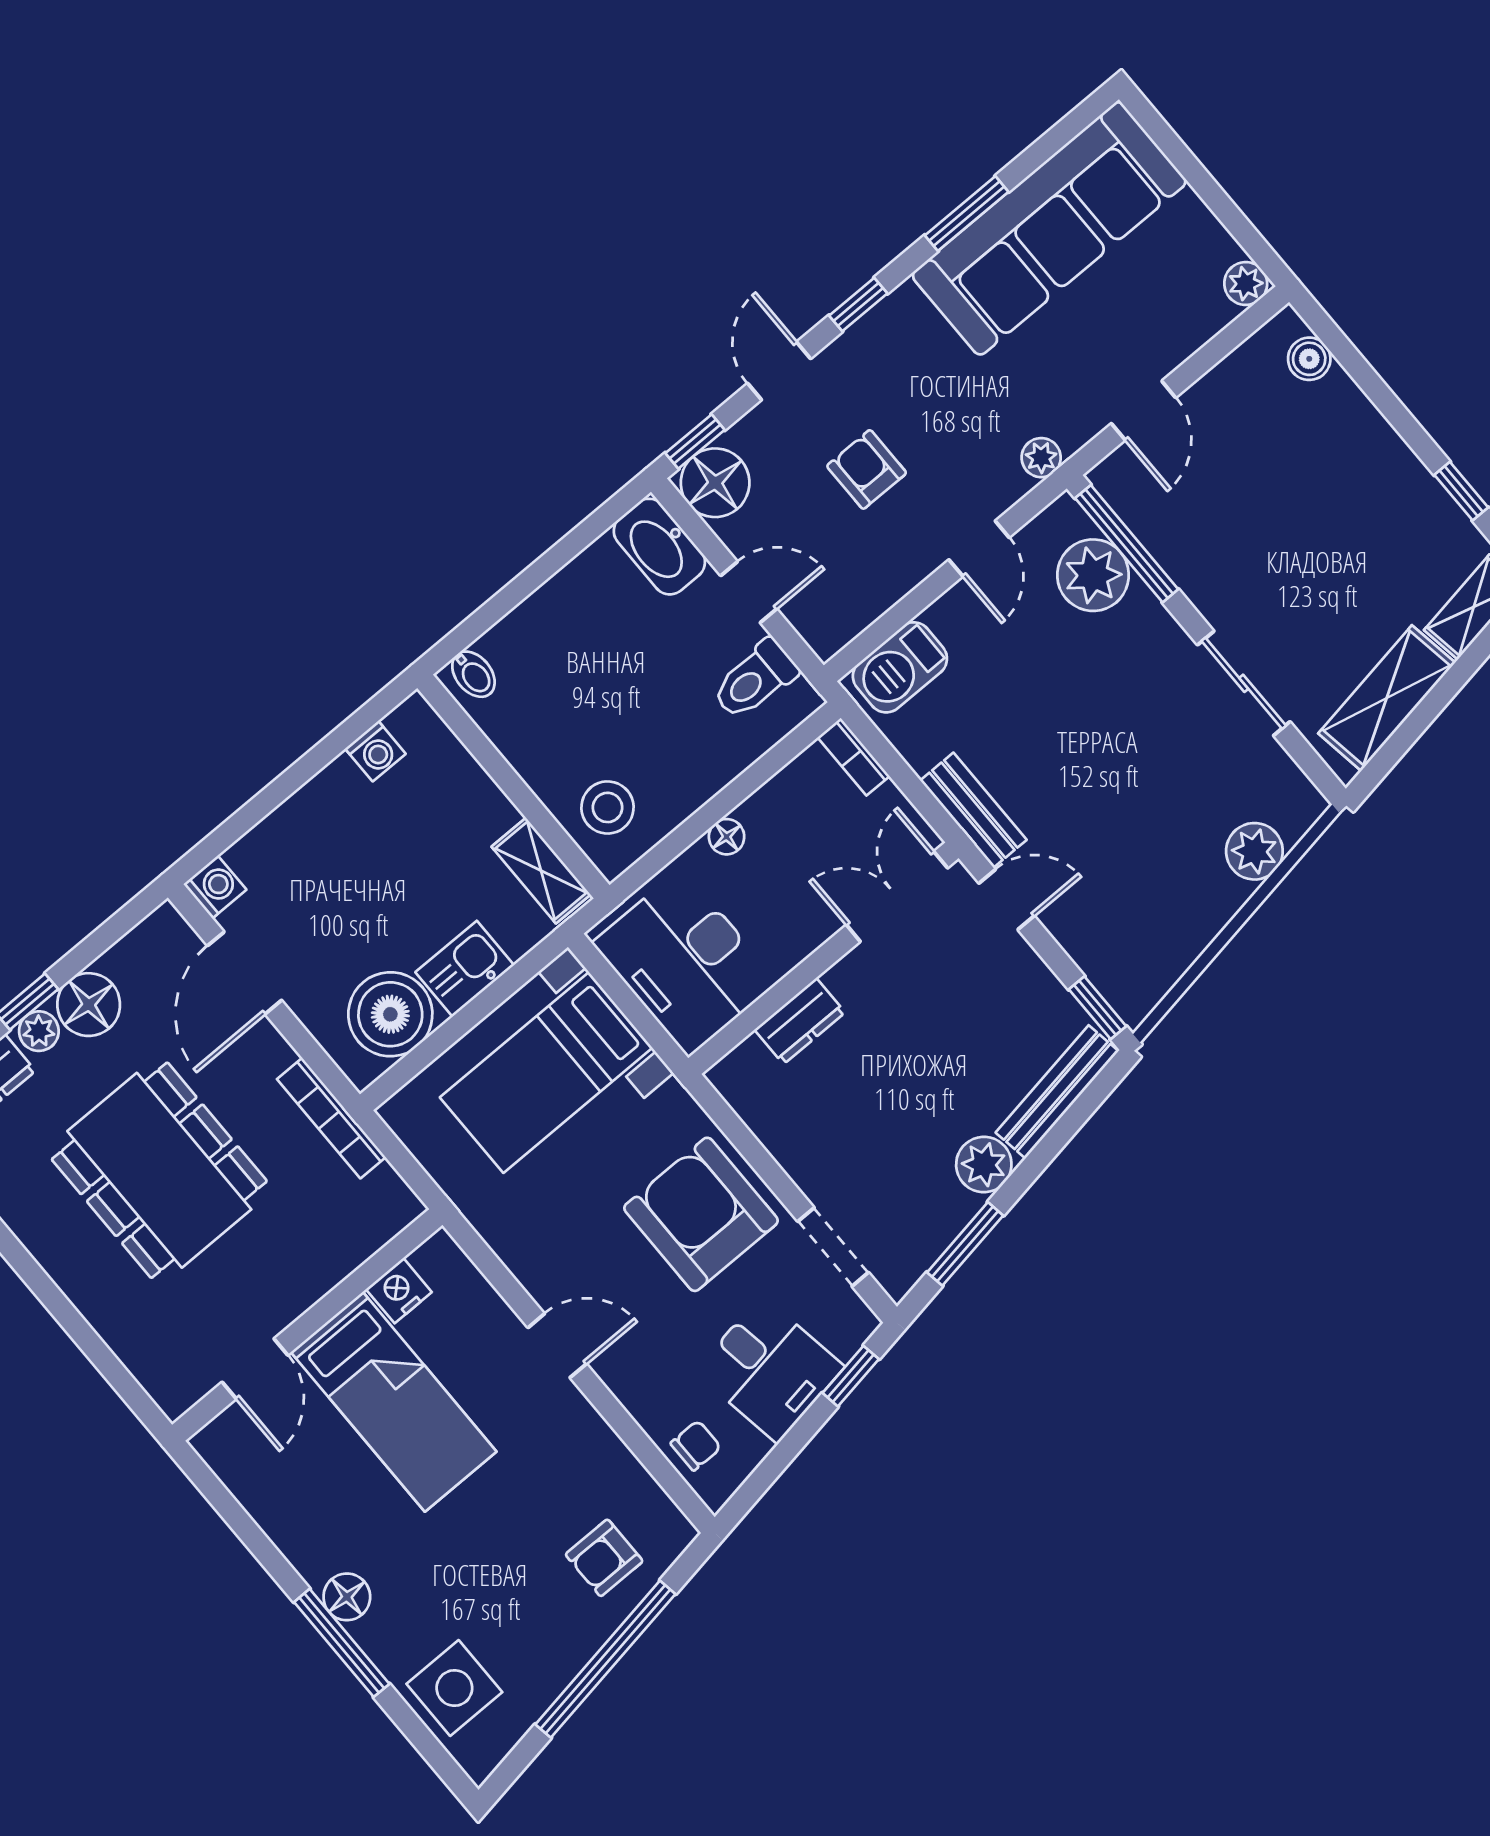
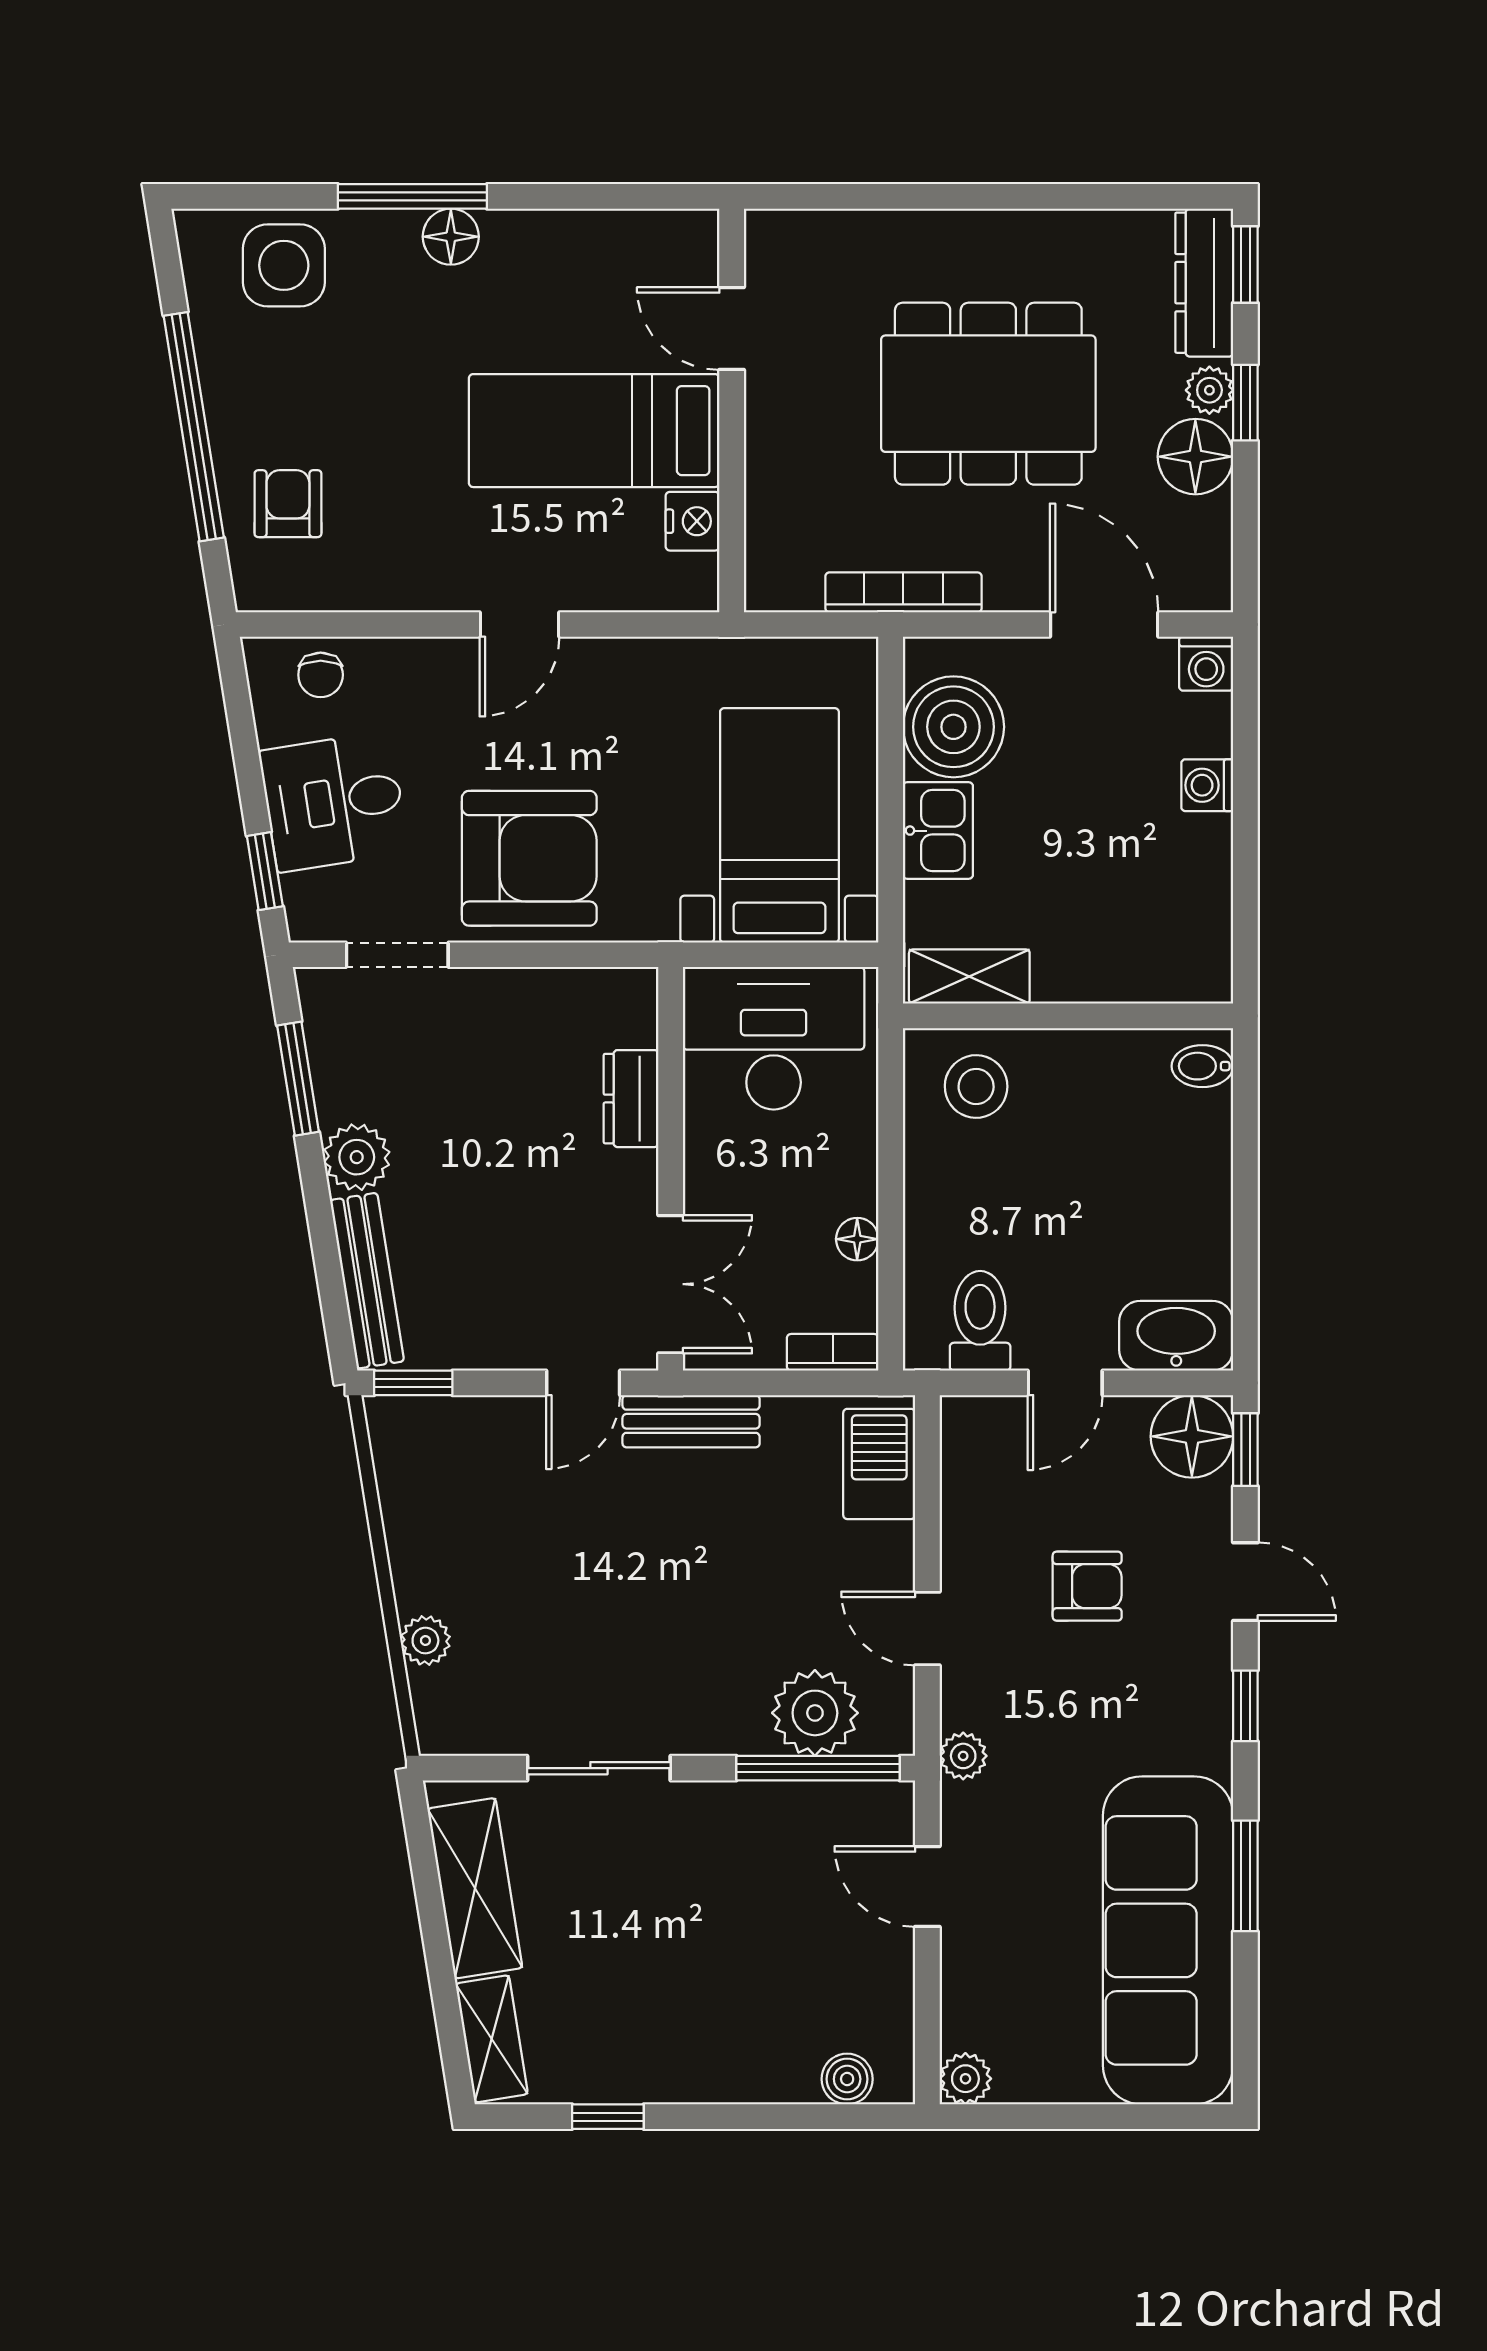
washing machine: (375, 751) -> (1207, 785), moved
floor lamp: (727, 837) -> (857, 1239), moved
plant: (1254, 851) -> (425, 1641), width x0.73, depth x0.73

